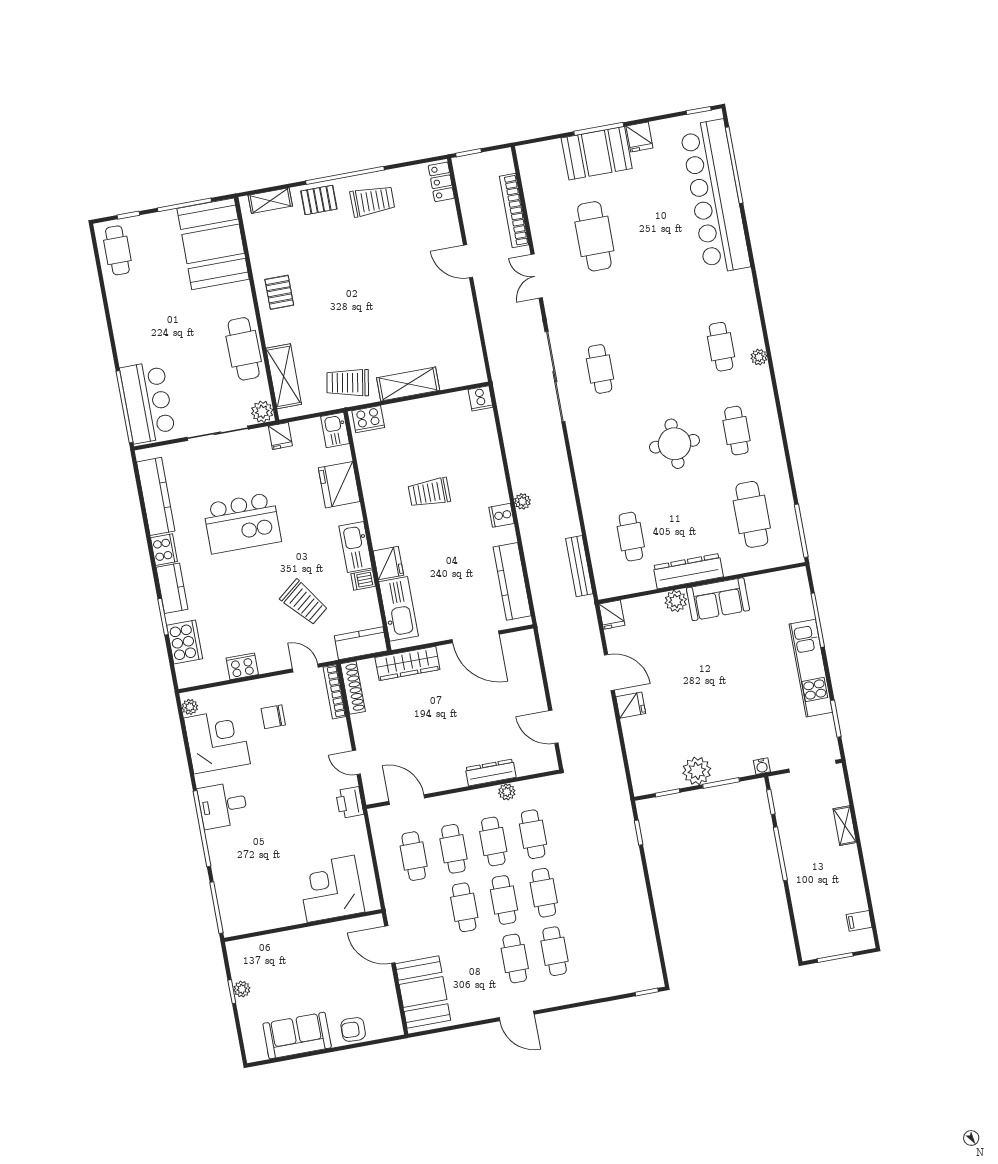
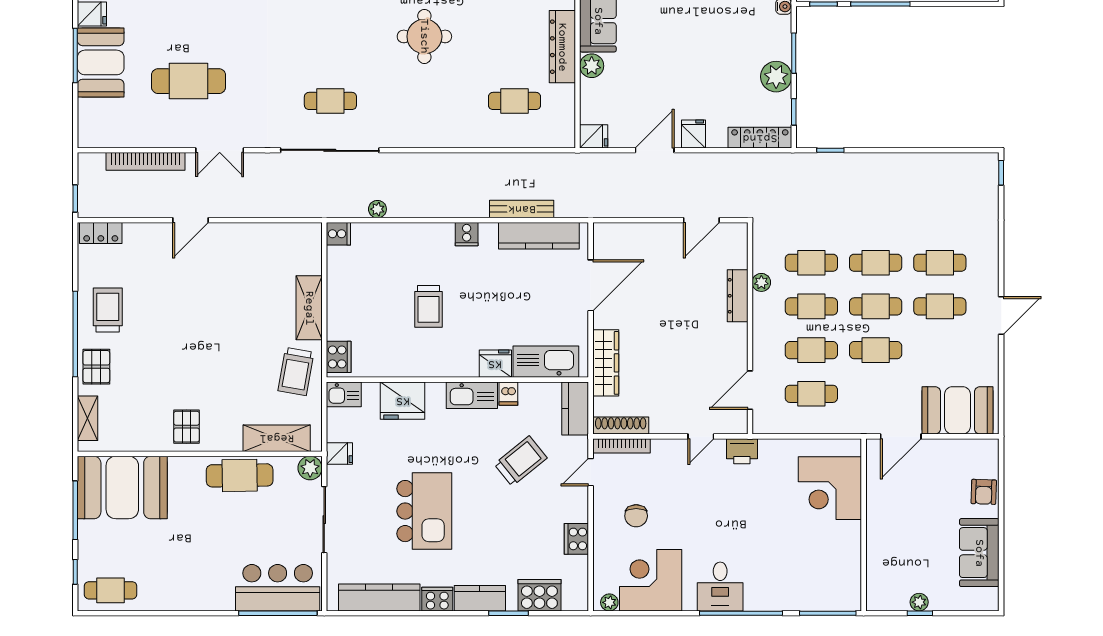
pallet: (279, 292) -> (187, 427), turned 90
plant: (522, 501) -> (377, 209), moved
bench: (579, 566) -> (522, 209), moved
locker: (638, 766) -> (760, 138), added

